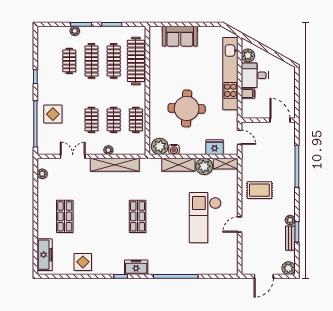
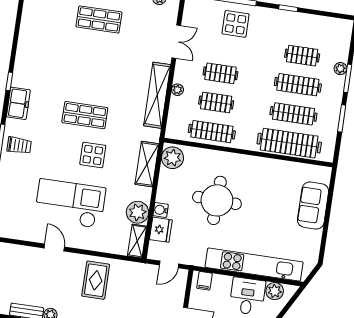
filing cabinet: (248, 94) -> (204, 281), moved
clothes rail: (136, 120) -> (212, 132), width x1.36
water cooler: (174, 149) -> (161, 210), moved
shelving: (178, 165) -> (147, 164), moved
display table: (83, 262) -> (93, 155), moved
trolley: (167, 262) -> (19, 145), added

